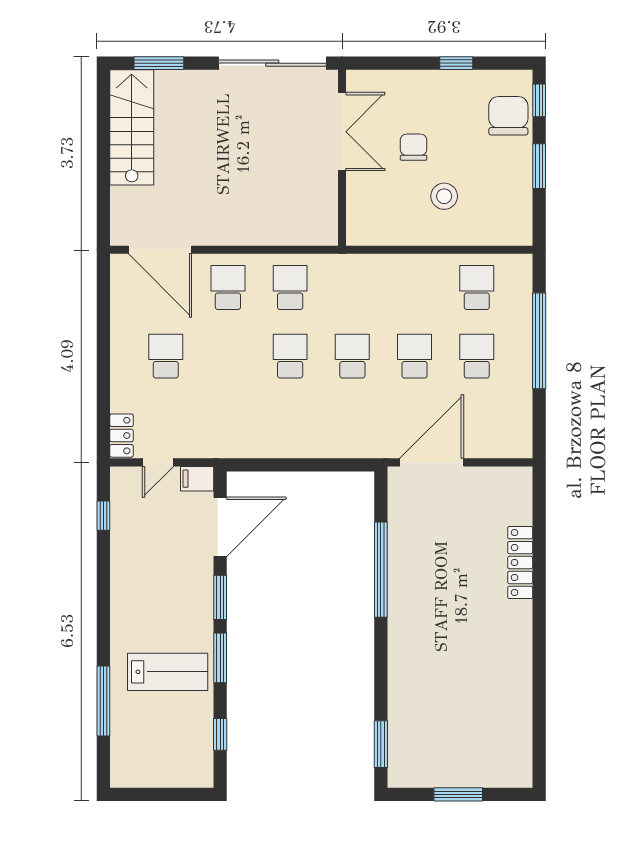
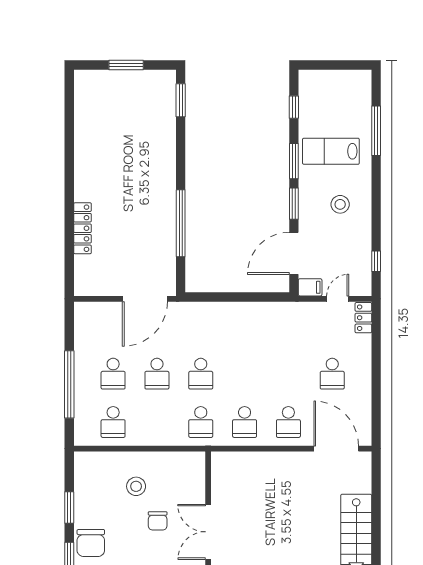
school desk: (290, 356) -> (201, 422), moved
stool: (155, 596) -> (340, 204), added

